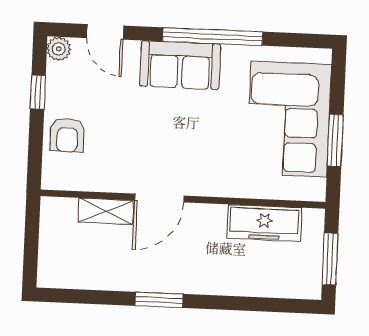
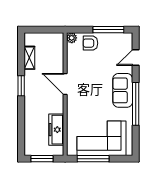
plant: (59, 49) -> (72, 38), moved
window: (38, 92) -> (108, 30), width x2.17
window: (335, 140) -> (93, 159), width x1.44
shelving: (106, 211) -> (29, 58), moved

